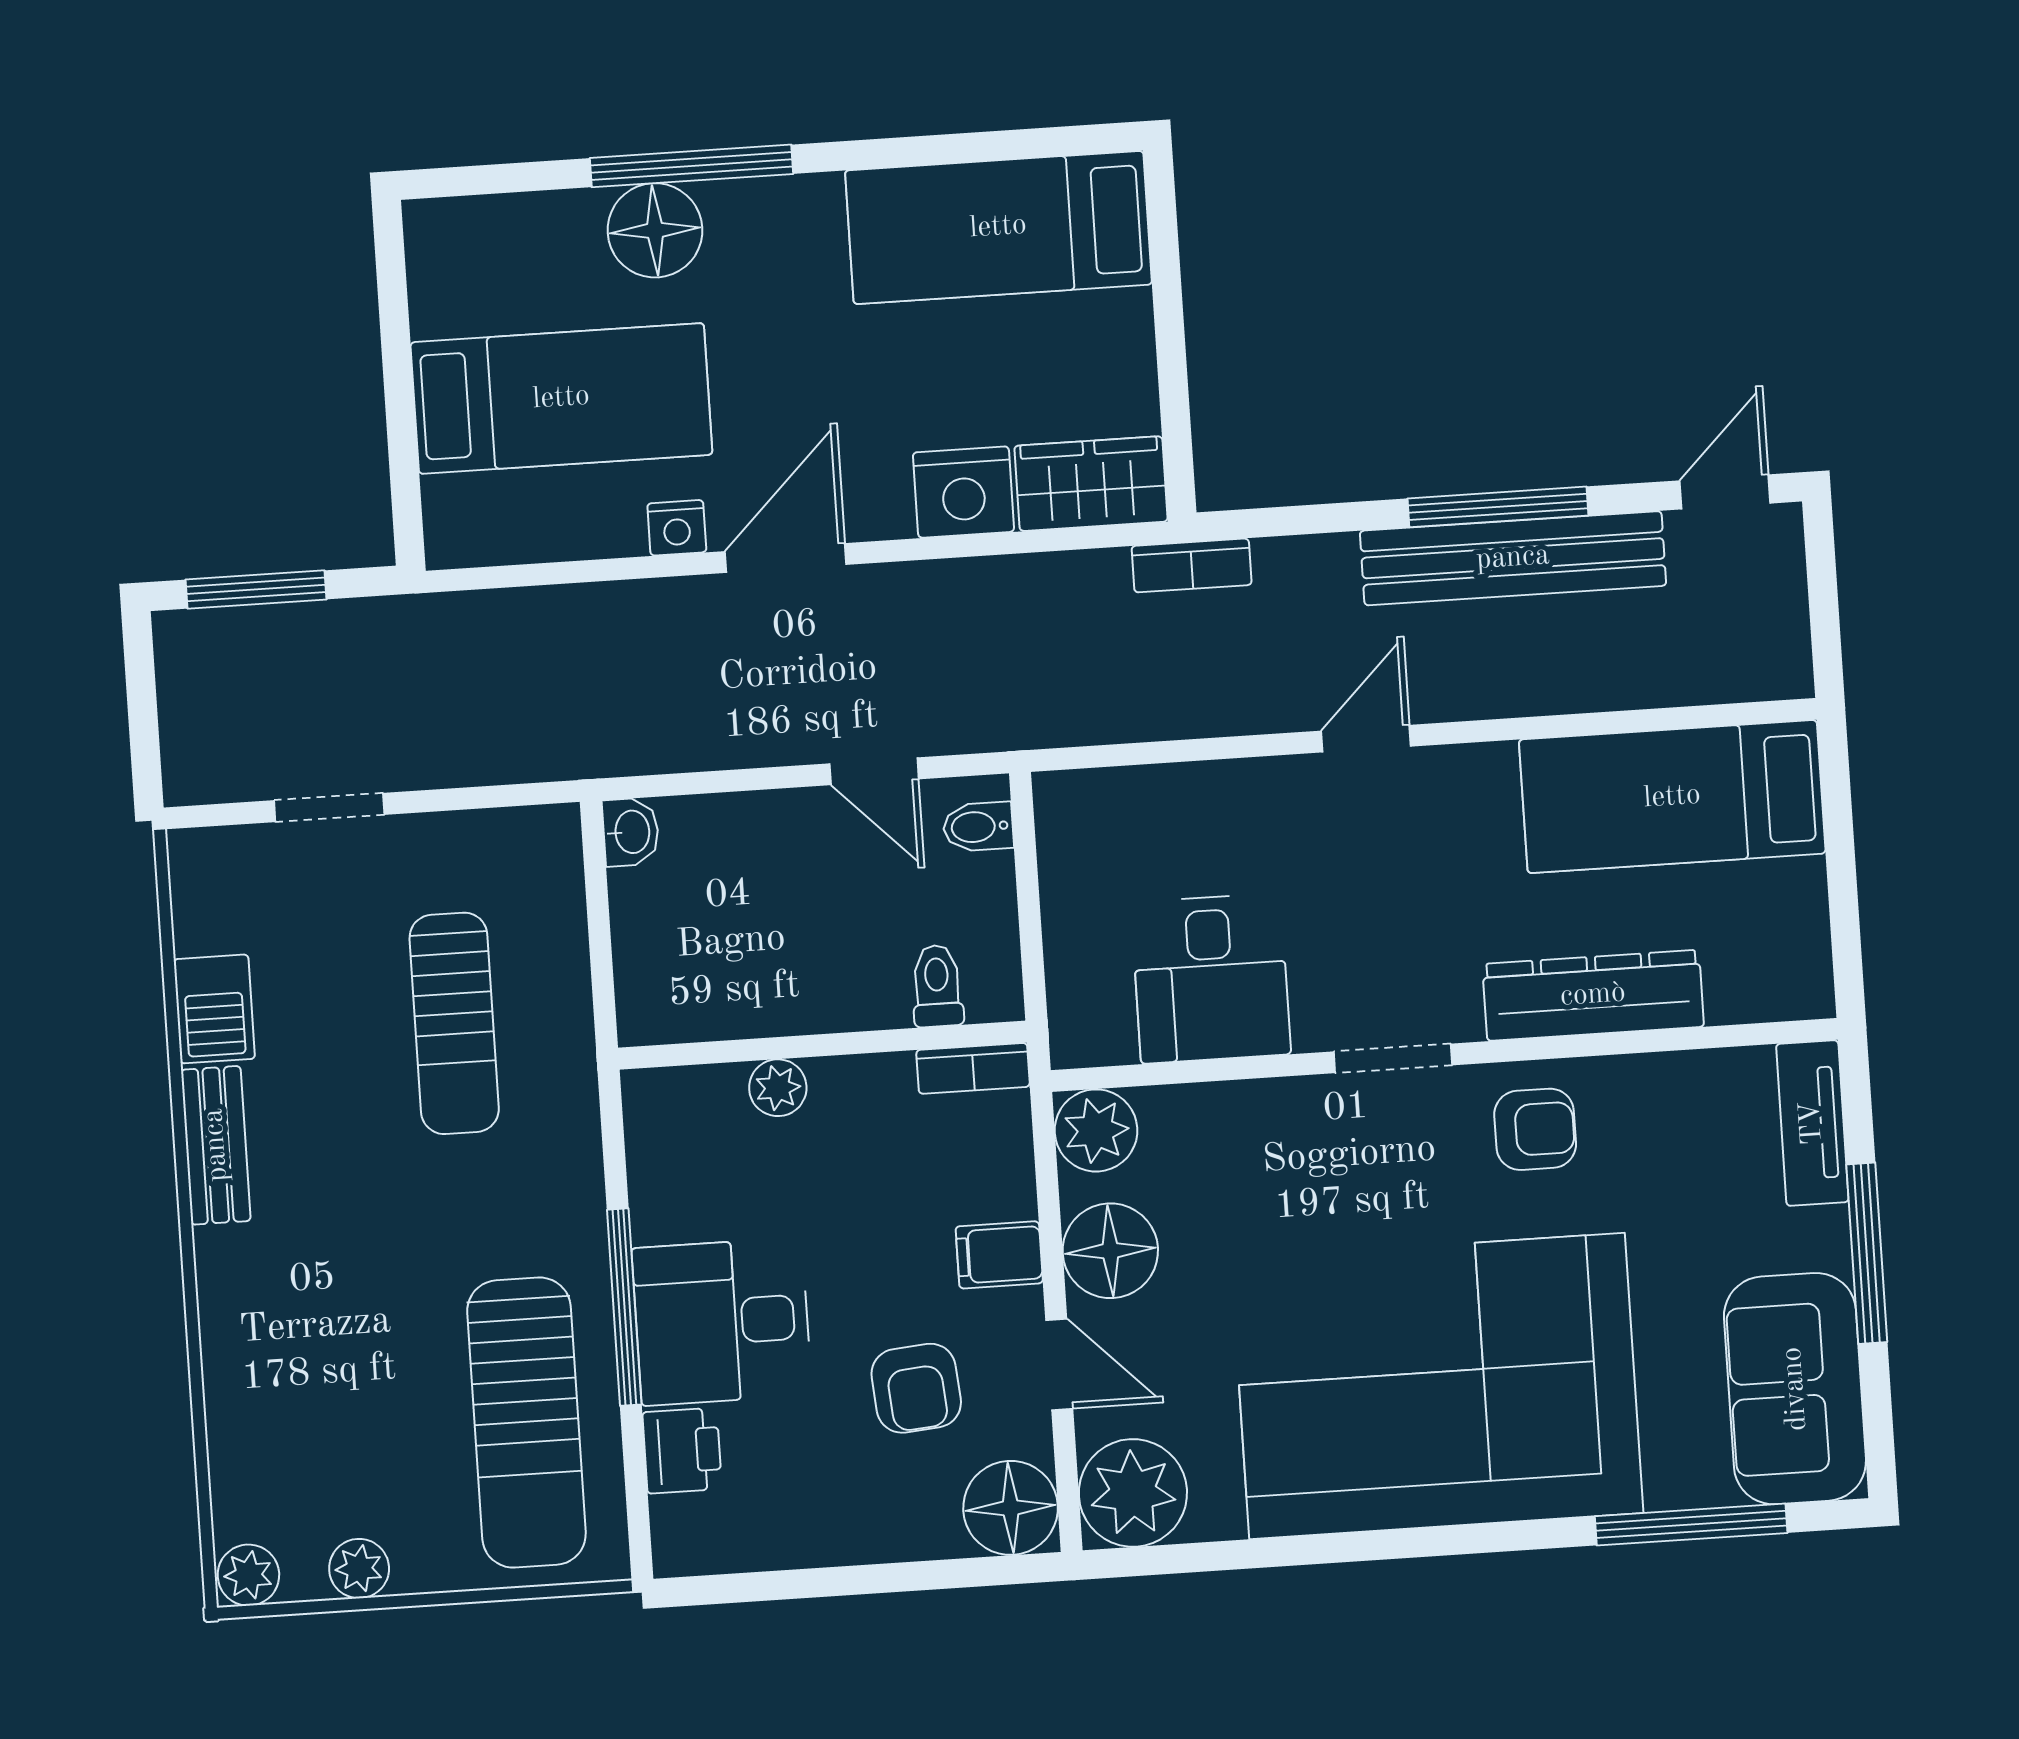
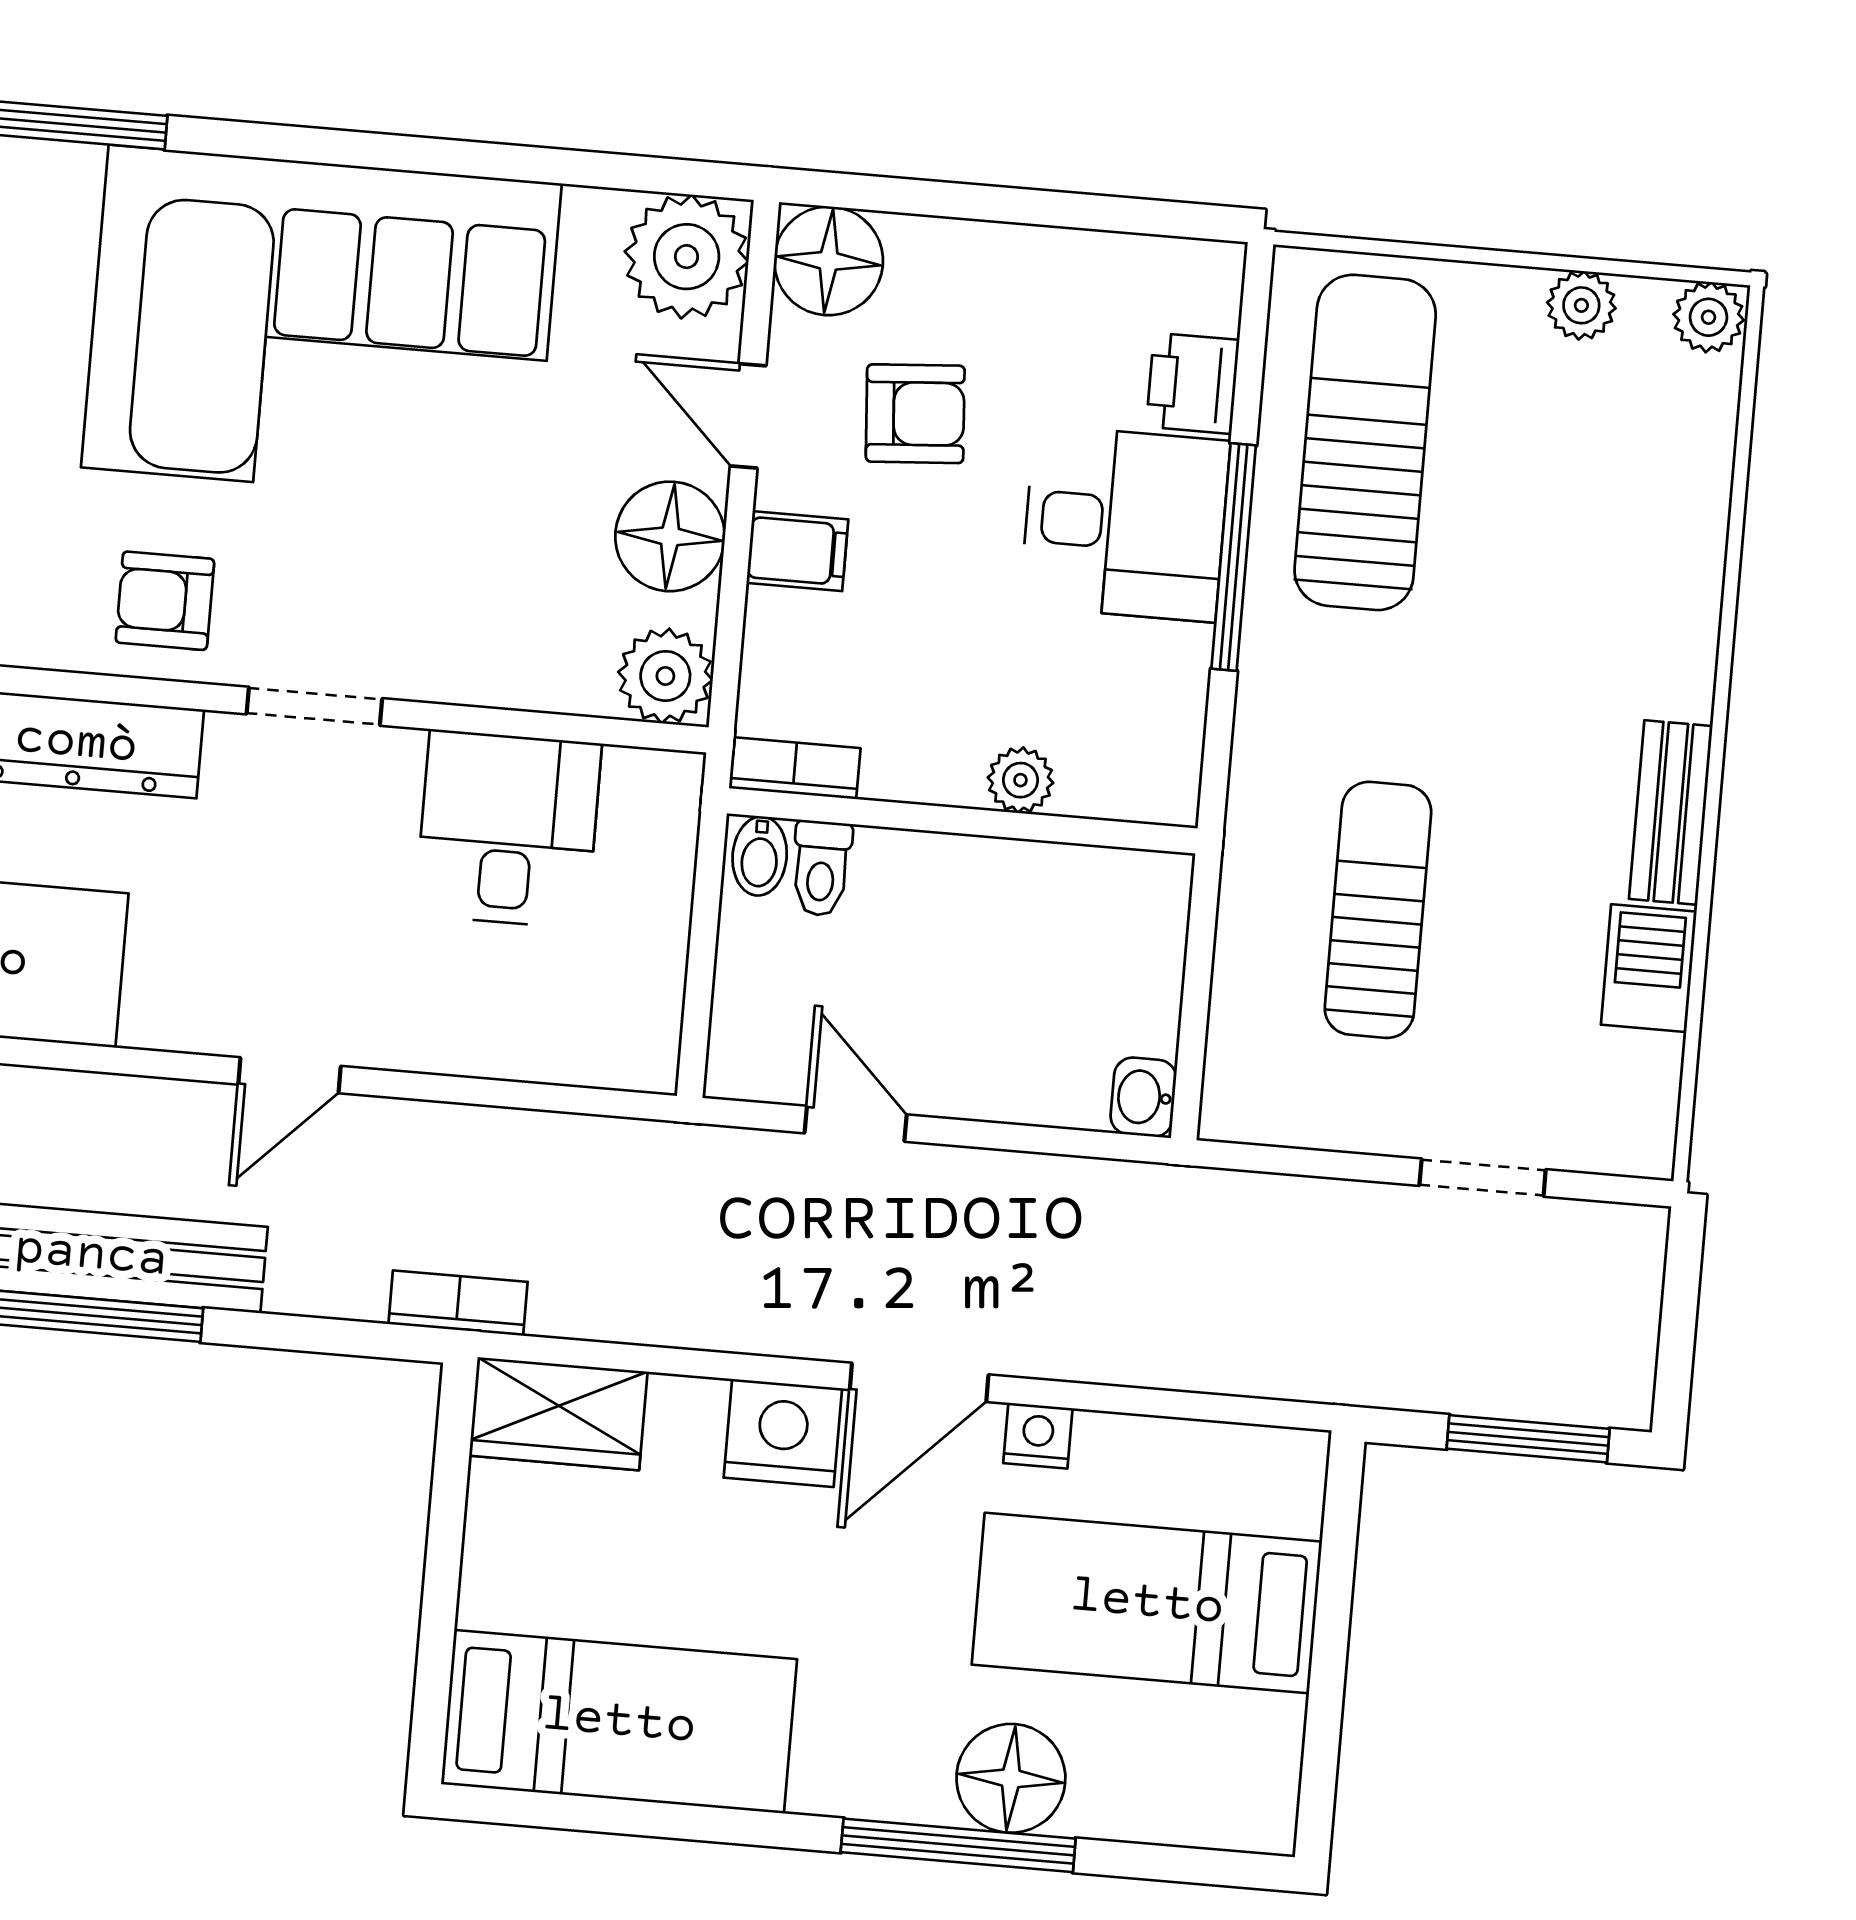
nightstand: (963, 492) -> (783, 1433), moved
bidet: (978, 827) -> (760, 856), moved, turned 90
armchair: (916, 1388) -> (915, 414), turned 91

